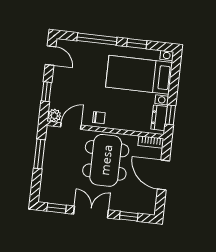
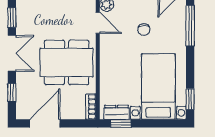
window: (97, 39) -> (190, 26), moved
window: (137, 44) -> (190, 99), moved
chair: (99, 118) -> (144, 30), moved
door: (163, 175) -> (45, 123), moved

